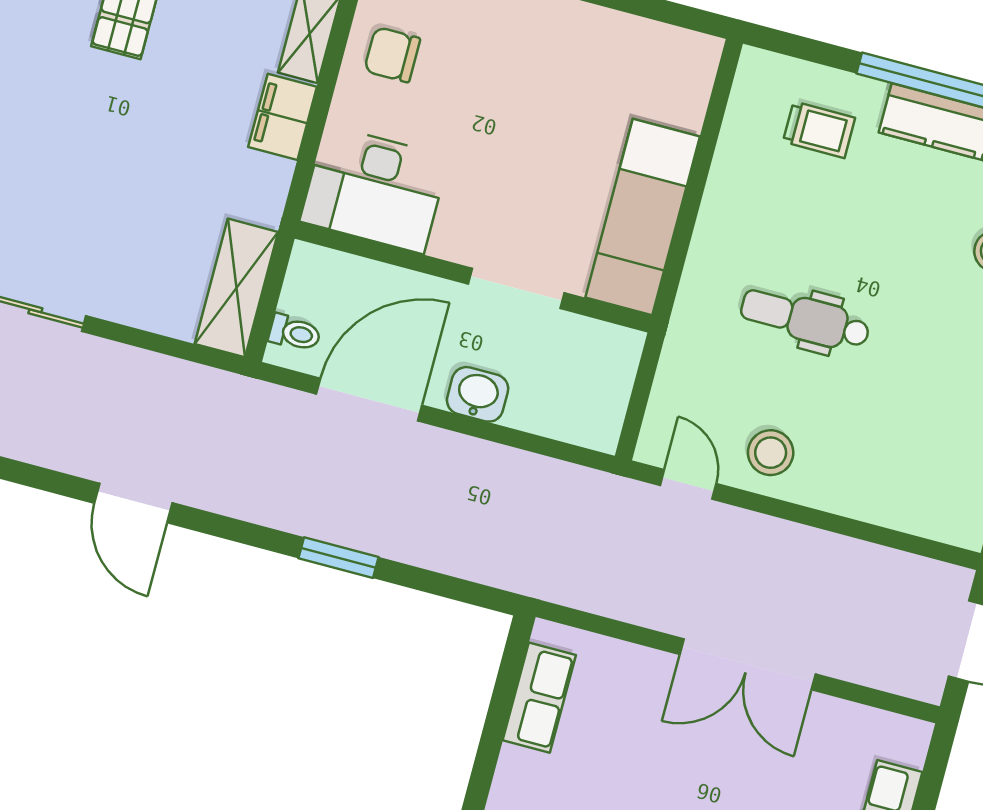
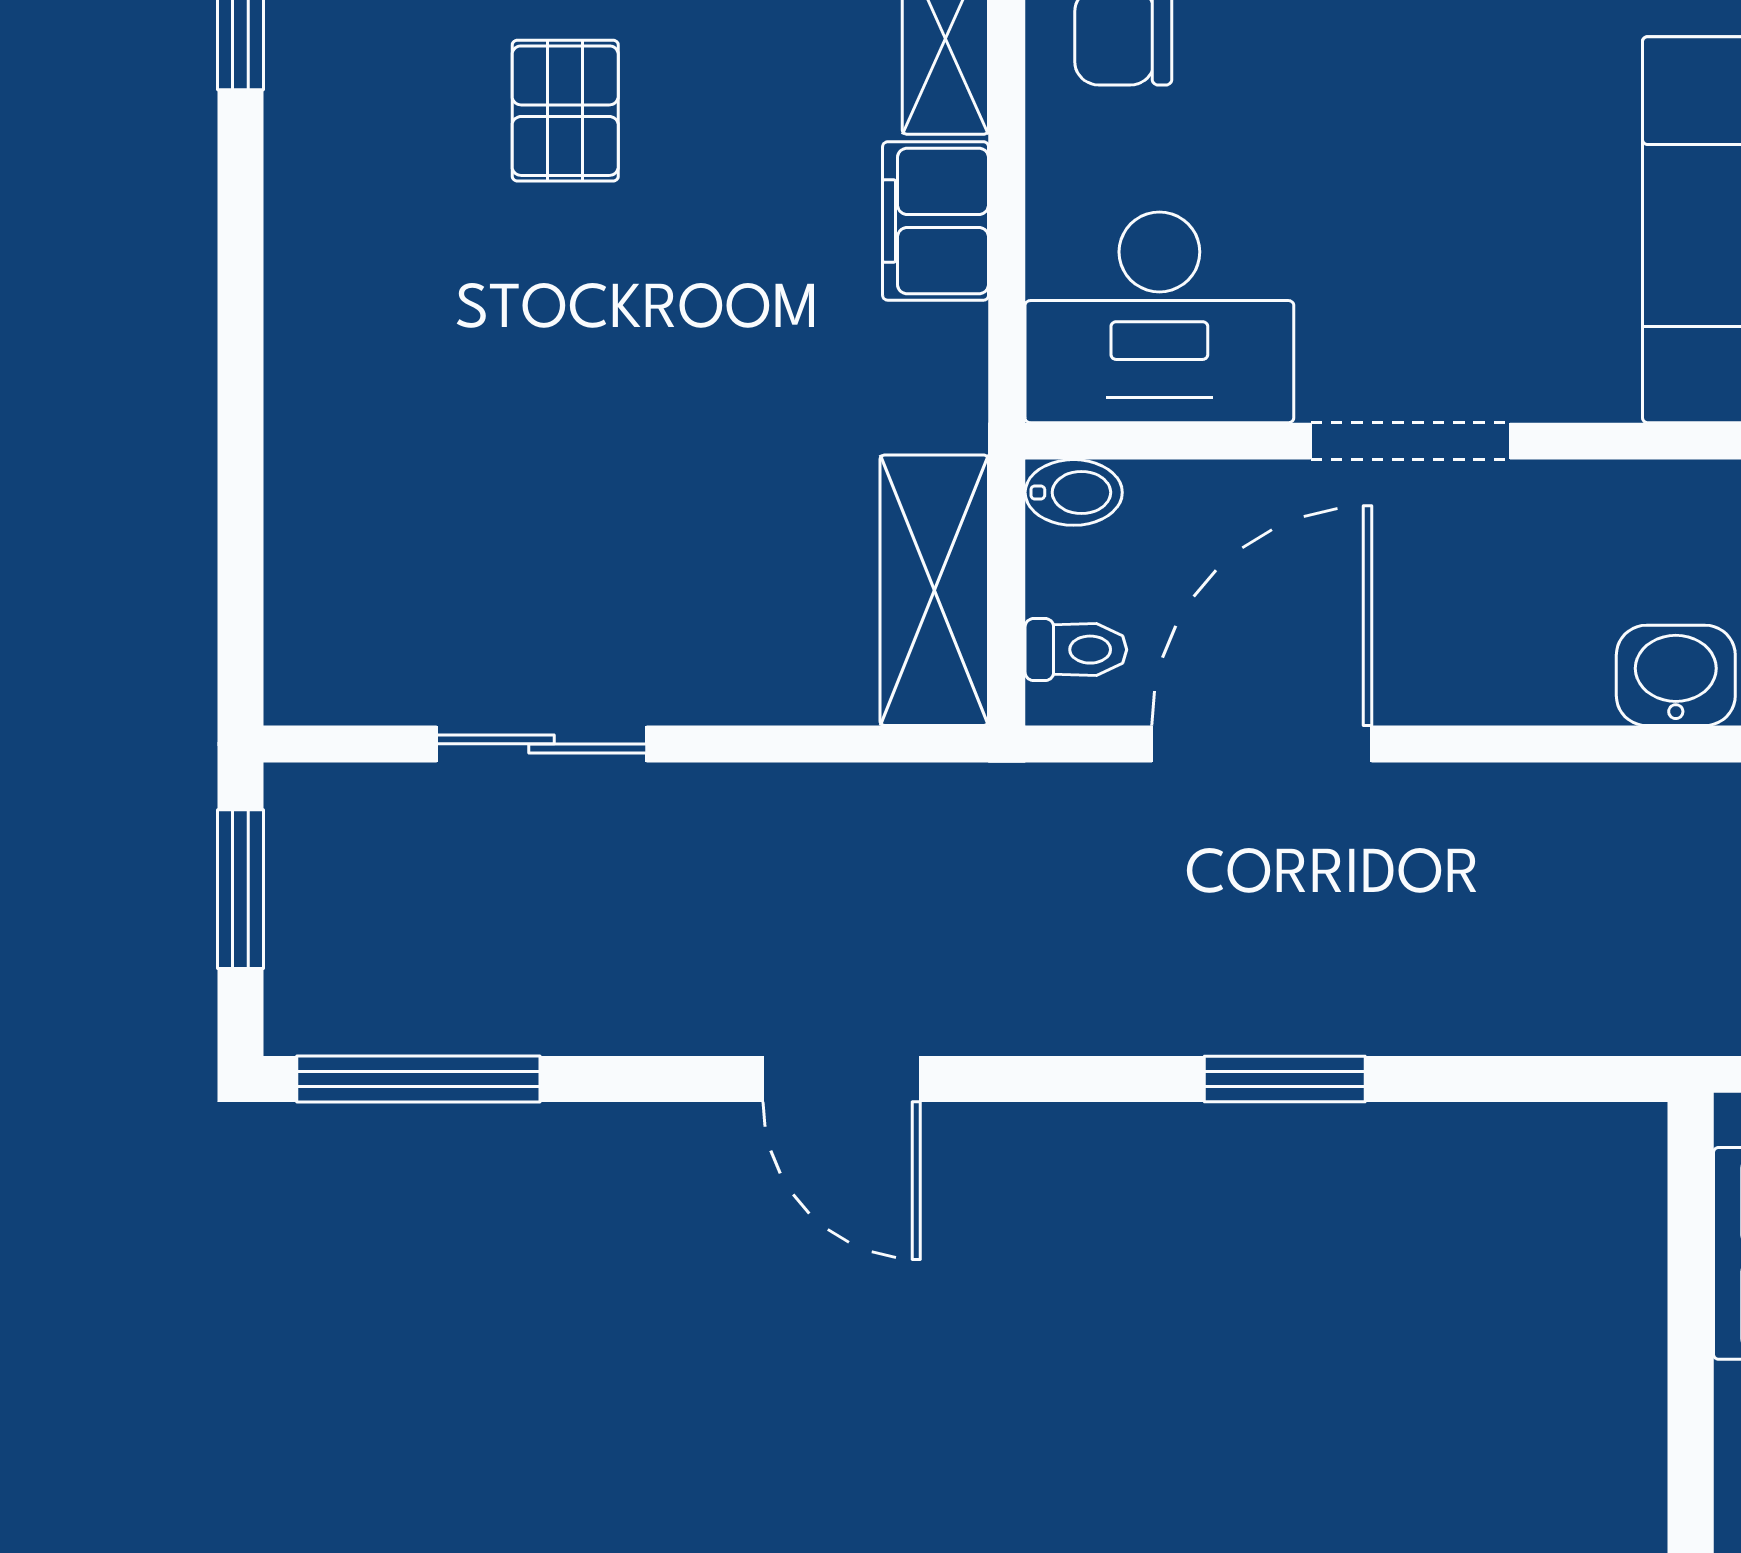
bidet: (313, 260) -> (1074, 492), added
doorway: (516, 288) -> (1410, 441), moved
washbasin: (478, 394) -> (1676, 675), moved

